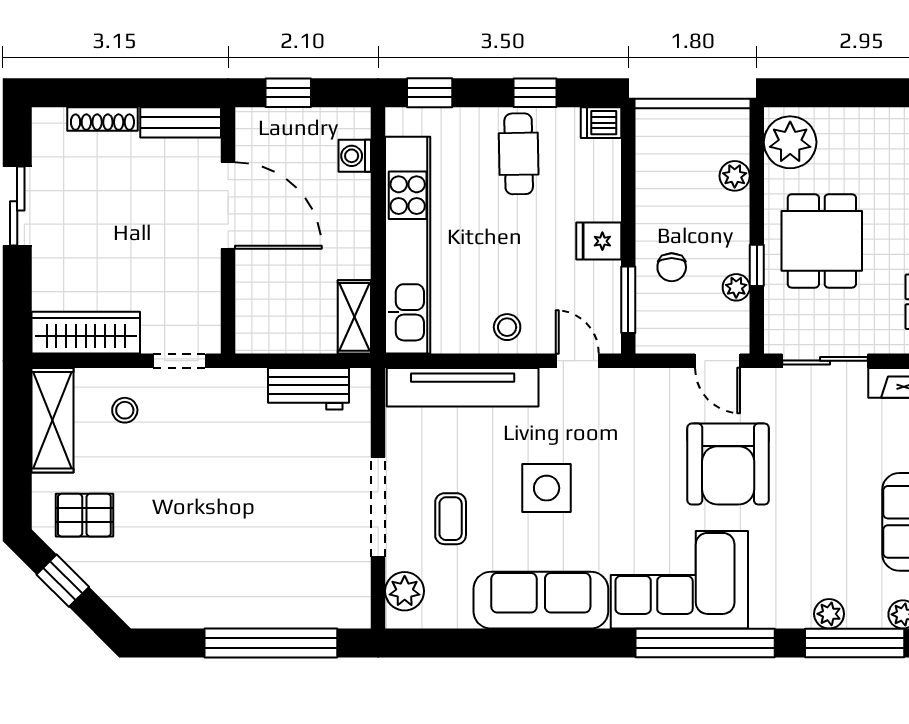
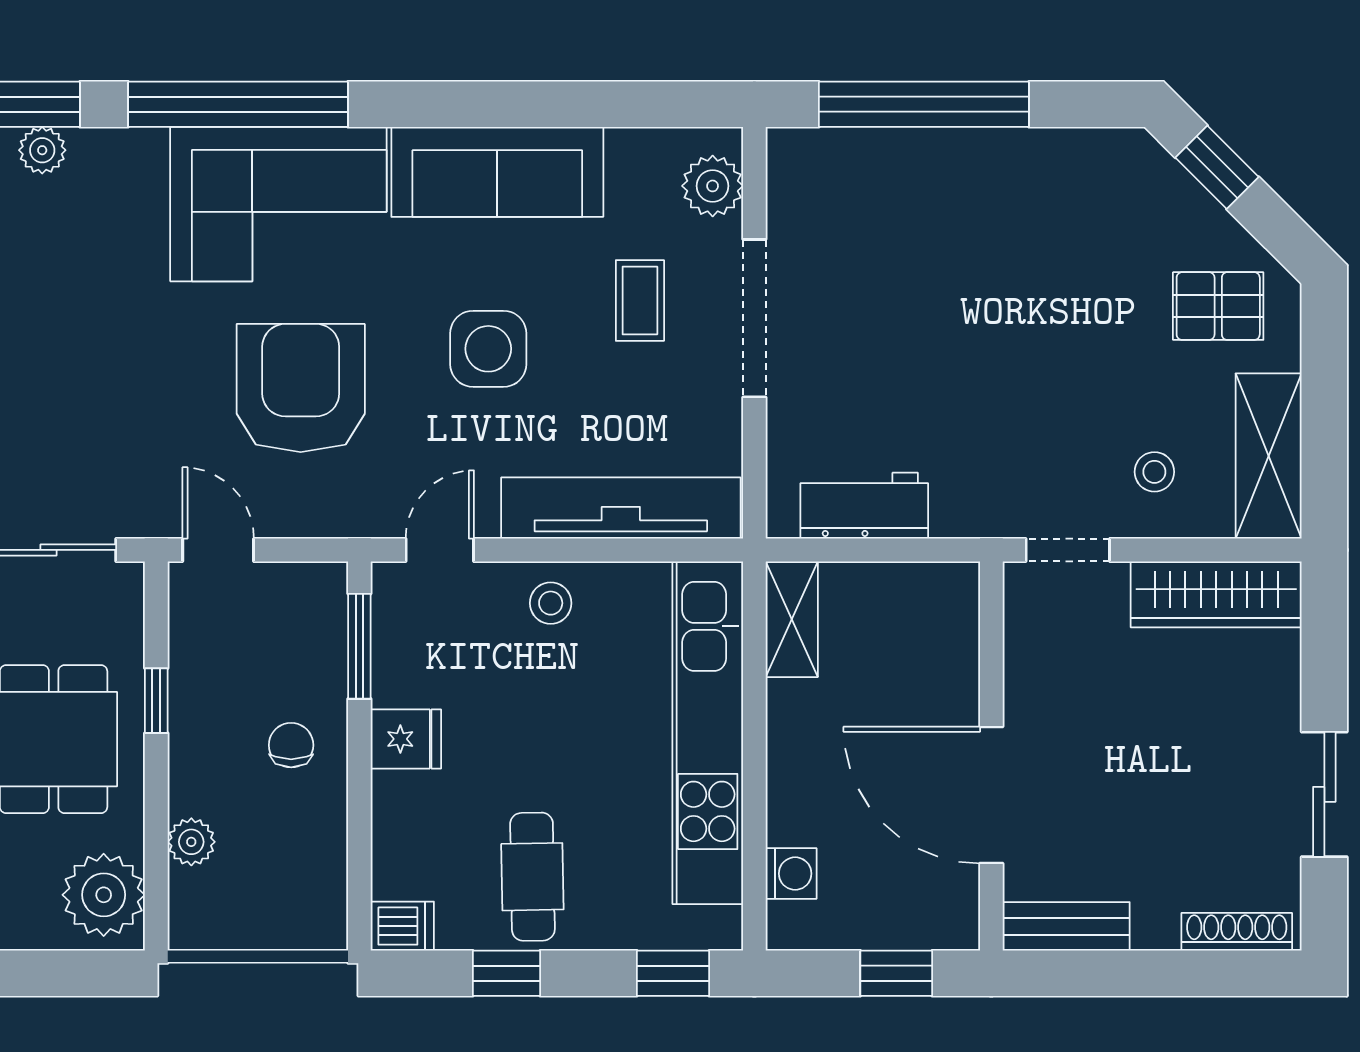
shoe rack: (102, 119) -> (1237, 932), moved
chair: (672, 267) -> (291, 745), moved
plant: (736, 287) -> (189, 666), removed
door: (577, 361) -> (440, 550), swing flipped
armchair: (728, 464) -> (301, 388), moved
window: (63, 581) -> (1217, 167), moved

